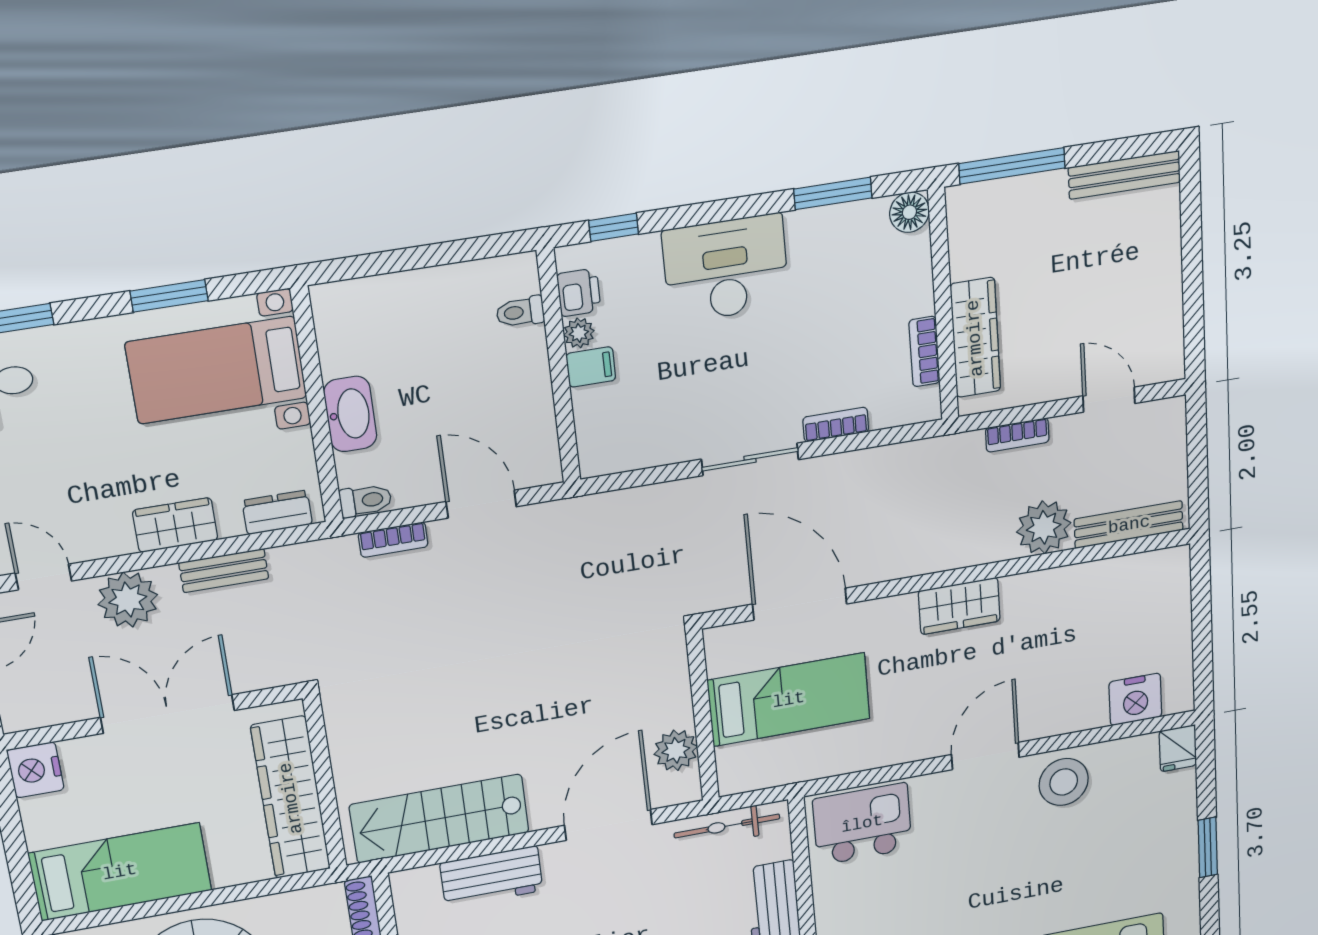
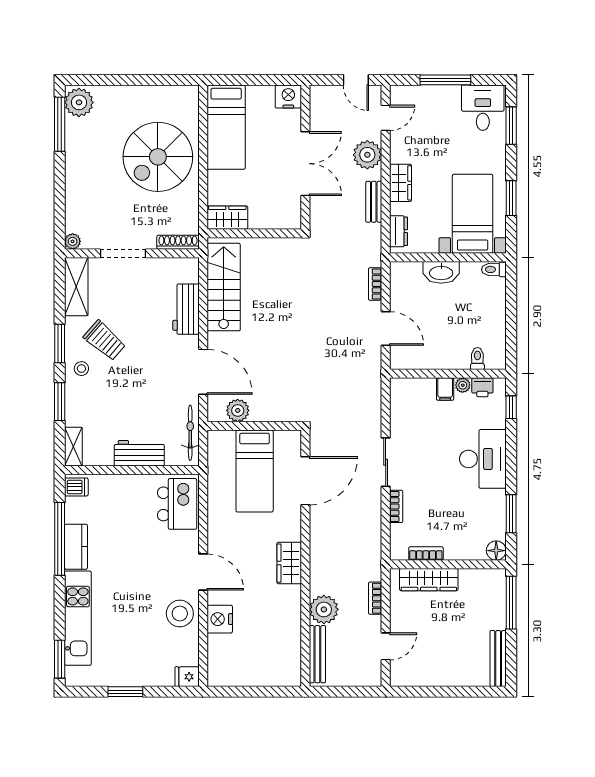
toilet: (365, 501) -> (494, 269), moved, turned 90
door: (481, 504) -> (386, 328), hinge flipped
nightstand: (1135, 699) -> (220, 619), moved
wardrobe: (291, 798) -> (227, 218), width x0.48, depth x0.85

